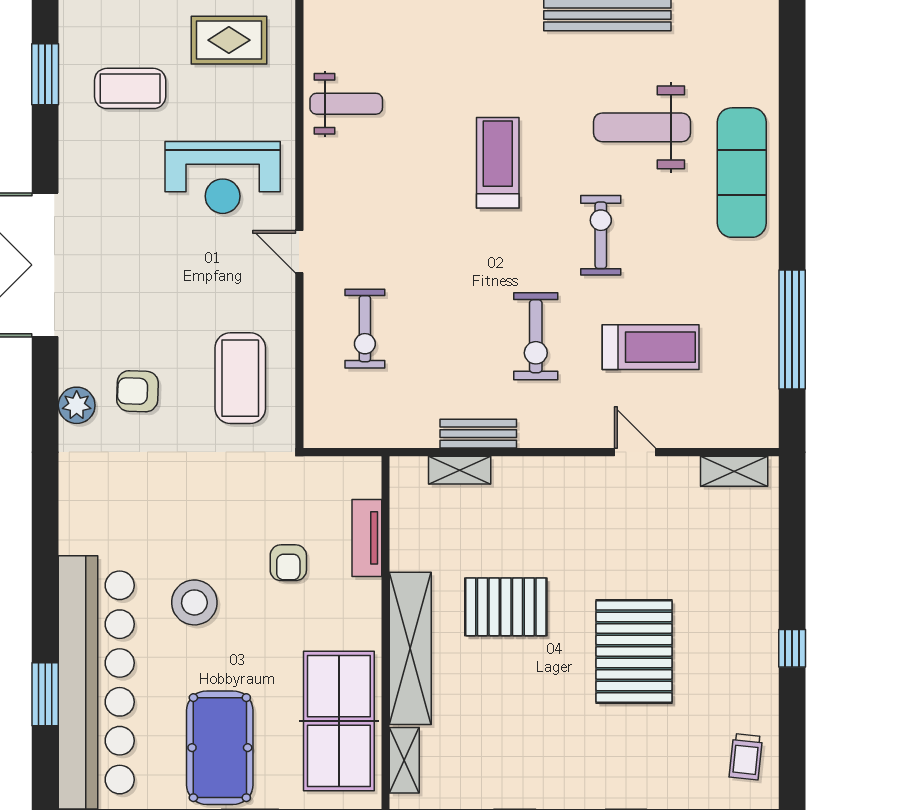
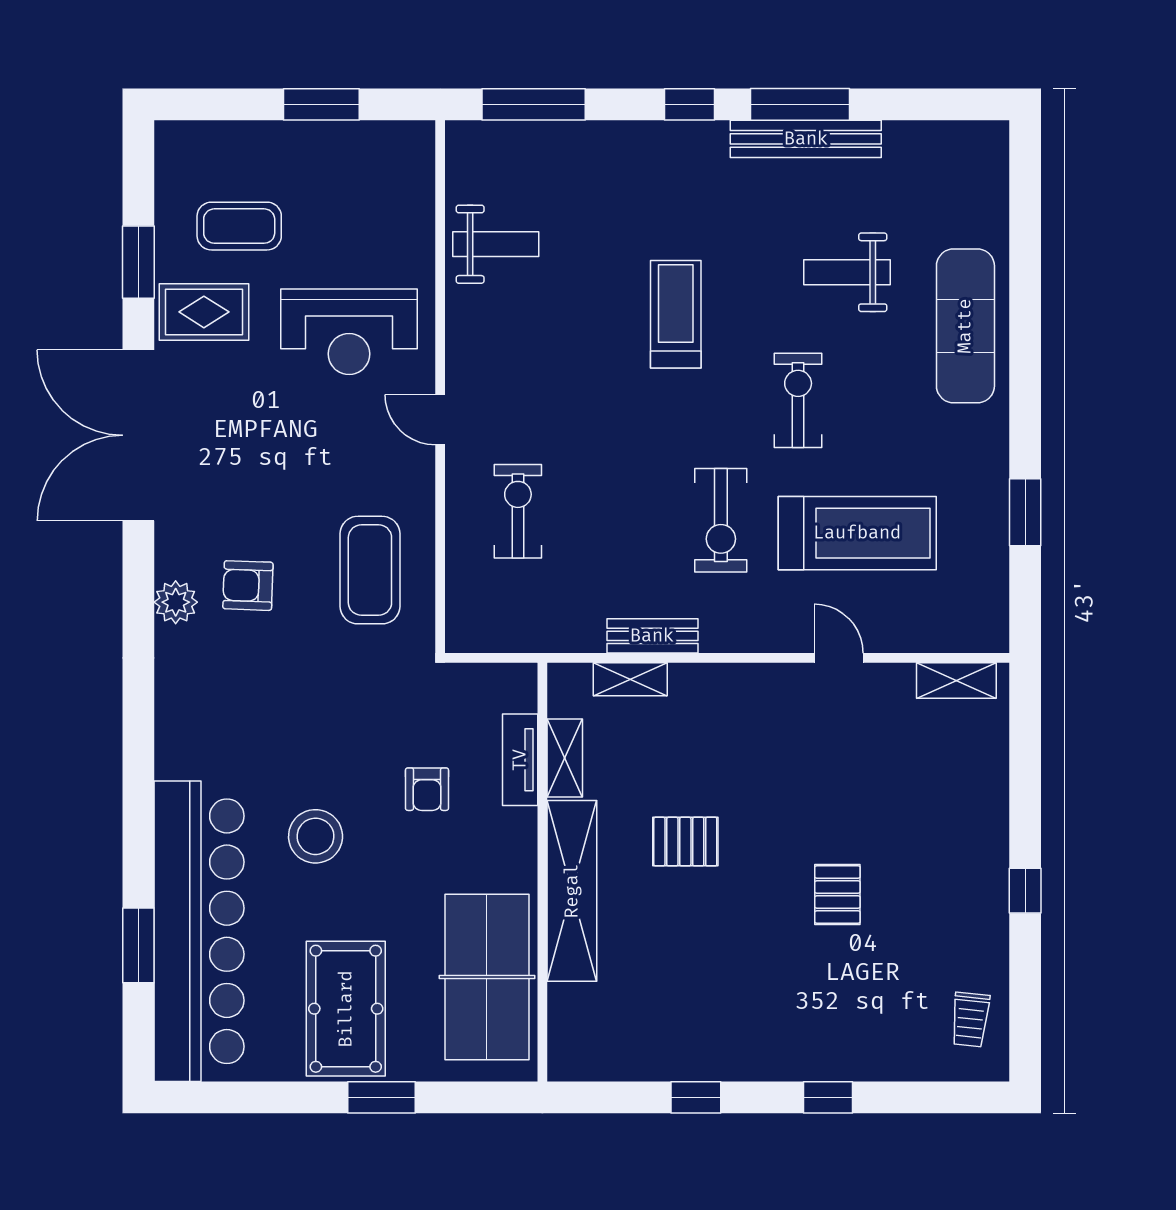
rug: (229, 40) -> (204, 312), moved
window: (45, 74) -> (138, 262), moved
weight bench: (642, 127) -> (847, 272), width x0.73, depth x0.75
exercise bike: (365, 329) -> (518, 511), turned 180
window: (792, 329) -> (1025, 512), width x0.47
treadmill: (651, 347) -> (857, 533), width x1.37, depth x1.37
pallet: (506, 607) -> (685, 842), width x0.67, depth x0.71
pallet: (634, 651) -> (837, 895), width x0.49, depth x0.50
shelving: (404, 760) -> (565, 758), moved

